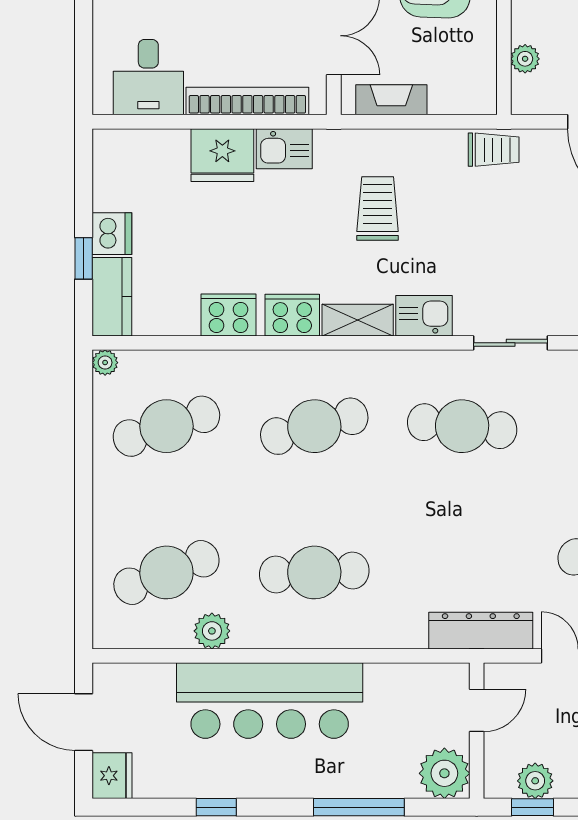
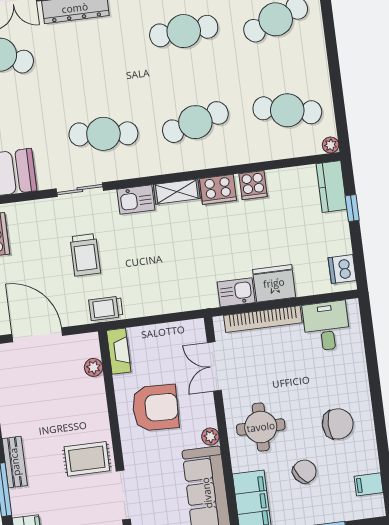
fireplace: (391, 100) -> (119, 351), moved, turned -90
trolley: (378, 209) -> (85, 255), moved
dishwasher: (112, 234) -> (342, 269), moved
cooker: (229, 315) -> (253, 185), width x0.73
cafe table: (166, 426) -> (287, 110), turned 30

